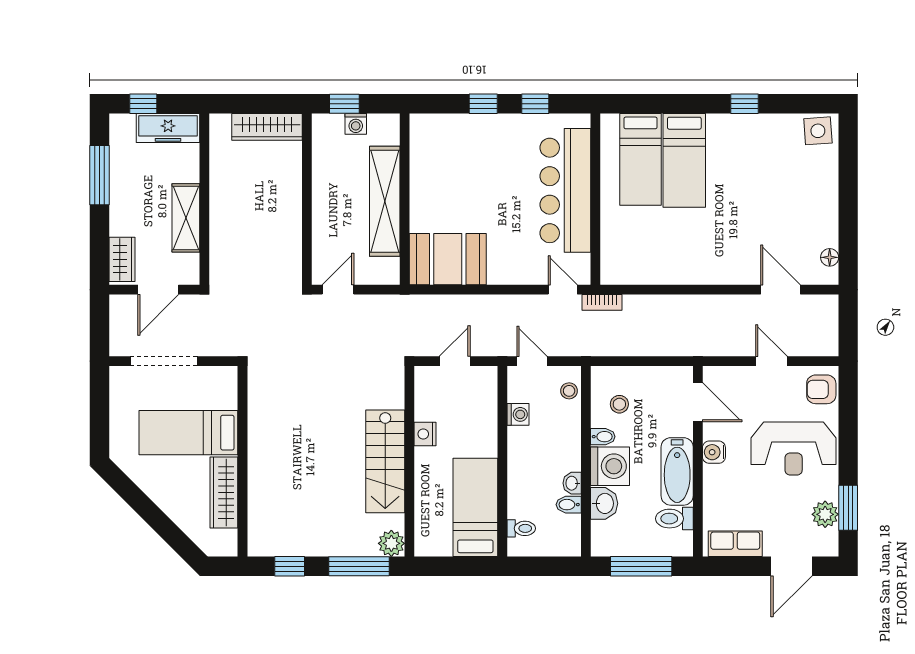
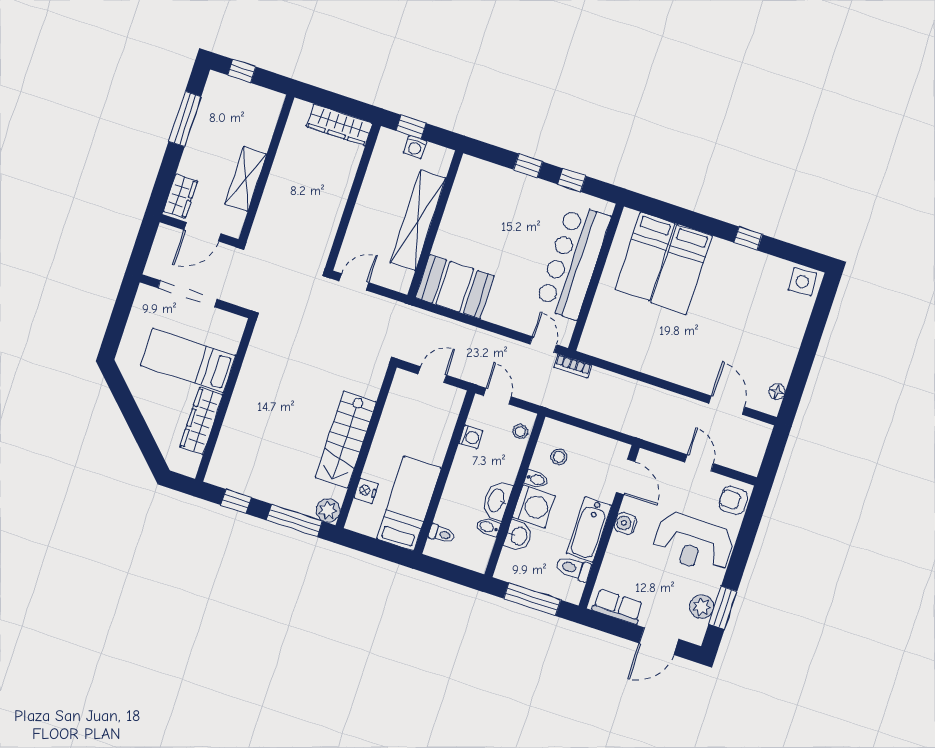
freezer: (168, 128) -> (256, 98), removed
nightstand: (425, 434) -> (366, 491), moved
washbasin: (572, 483) -> (497, 500), width x1.91, depth x1.45

